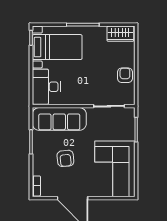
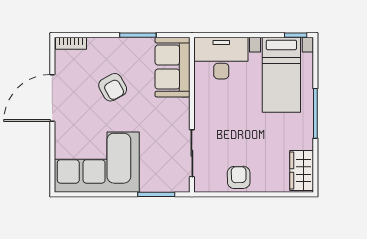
armchair: (125, 75) -> (239, 177), turned -91
sofa: (59, 119) -> (173, 67), width x0.73
armchair: (65, 158) -> (113, 87), turned -113

